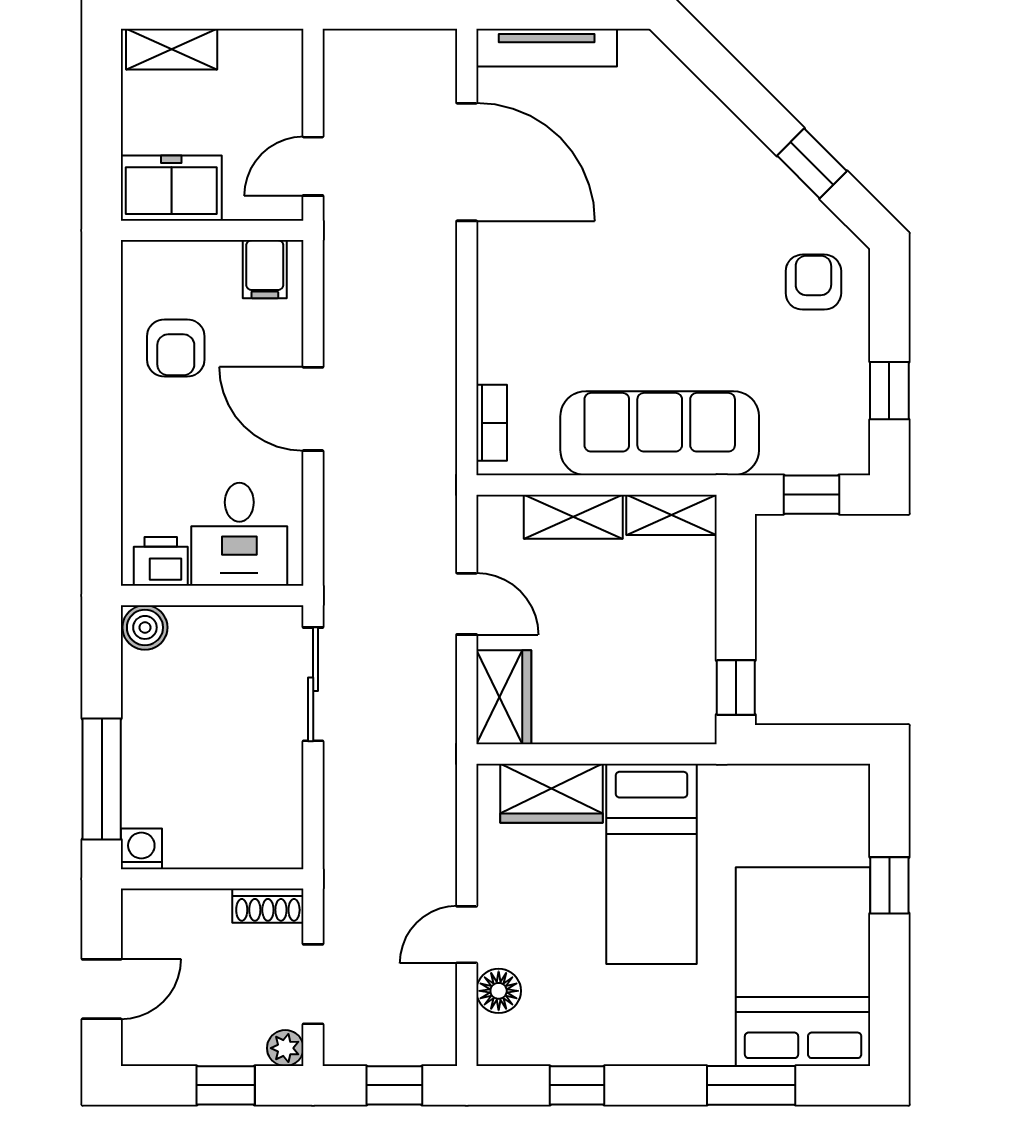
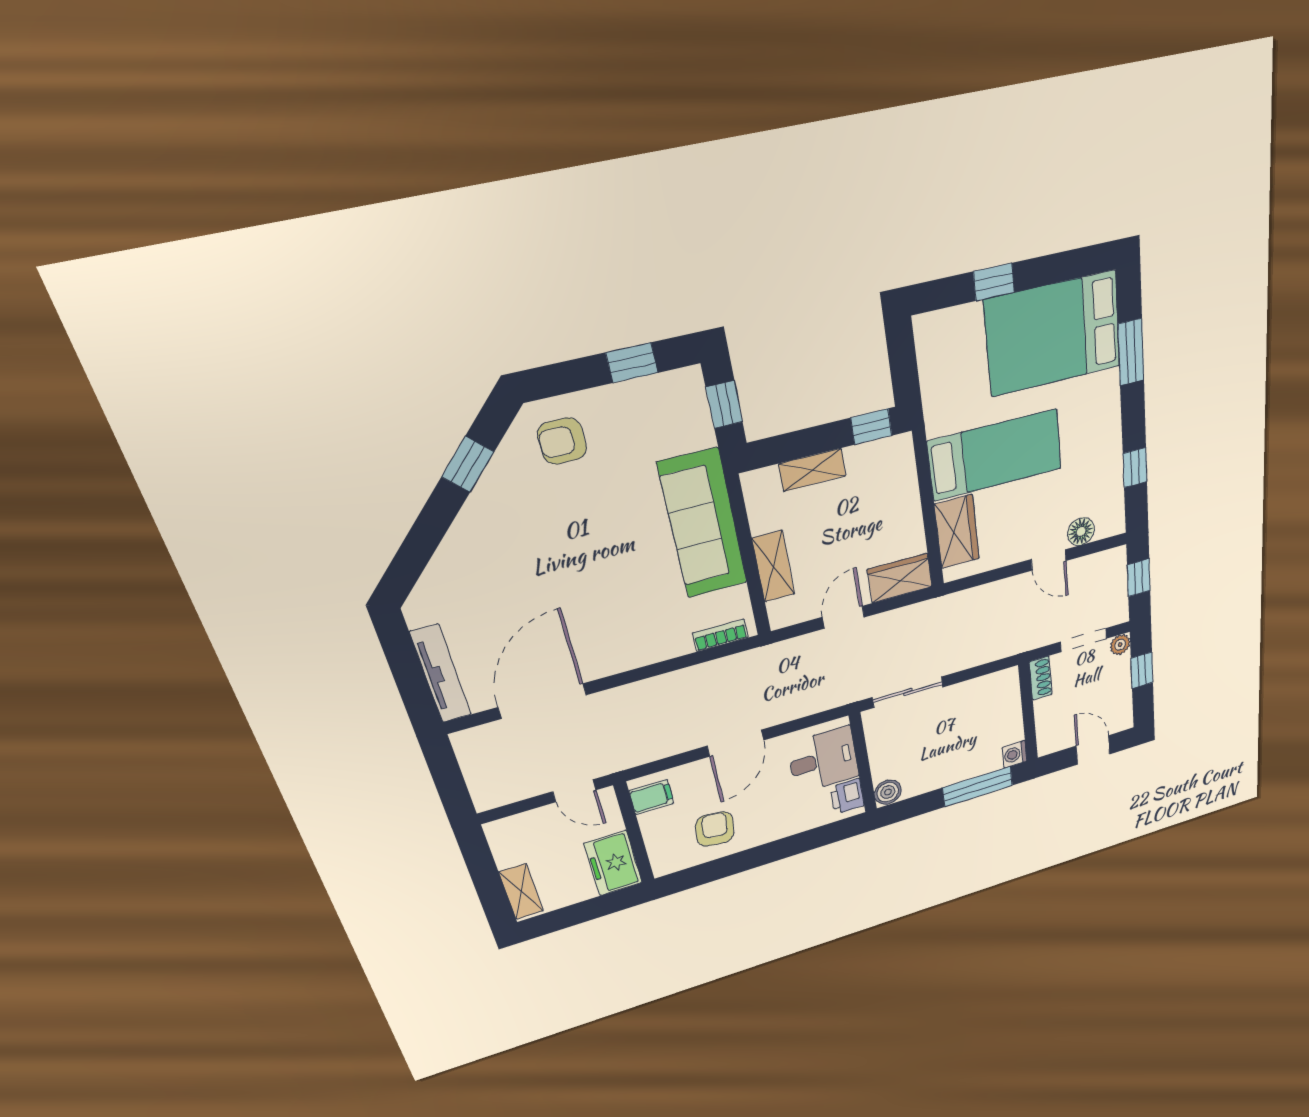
armchair: (176, 348) -> (715, 829), turned -83
shelving: (671, 515) -> (812, 470), moved, turned 90

